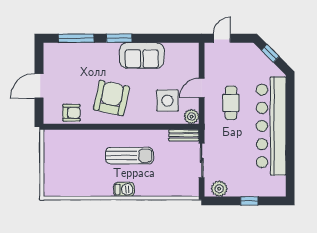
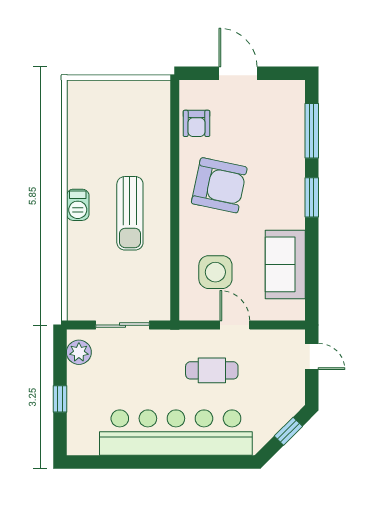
sofa: (142, 55) -> (285, 264), moved
plant: (191, 117) -> (191, 309), removed
bench: (184, 135) -> (162, 297), removed

